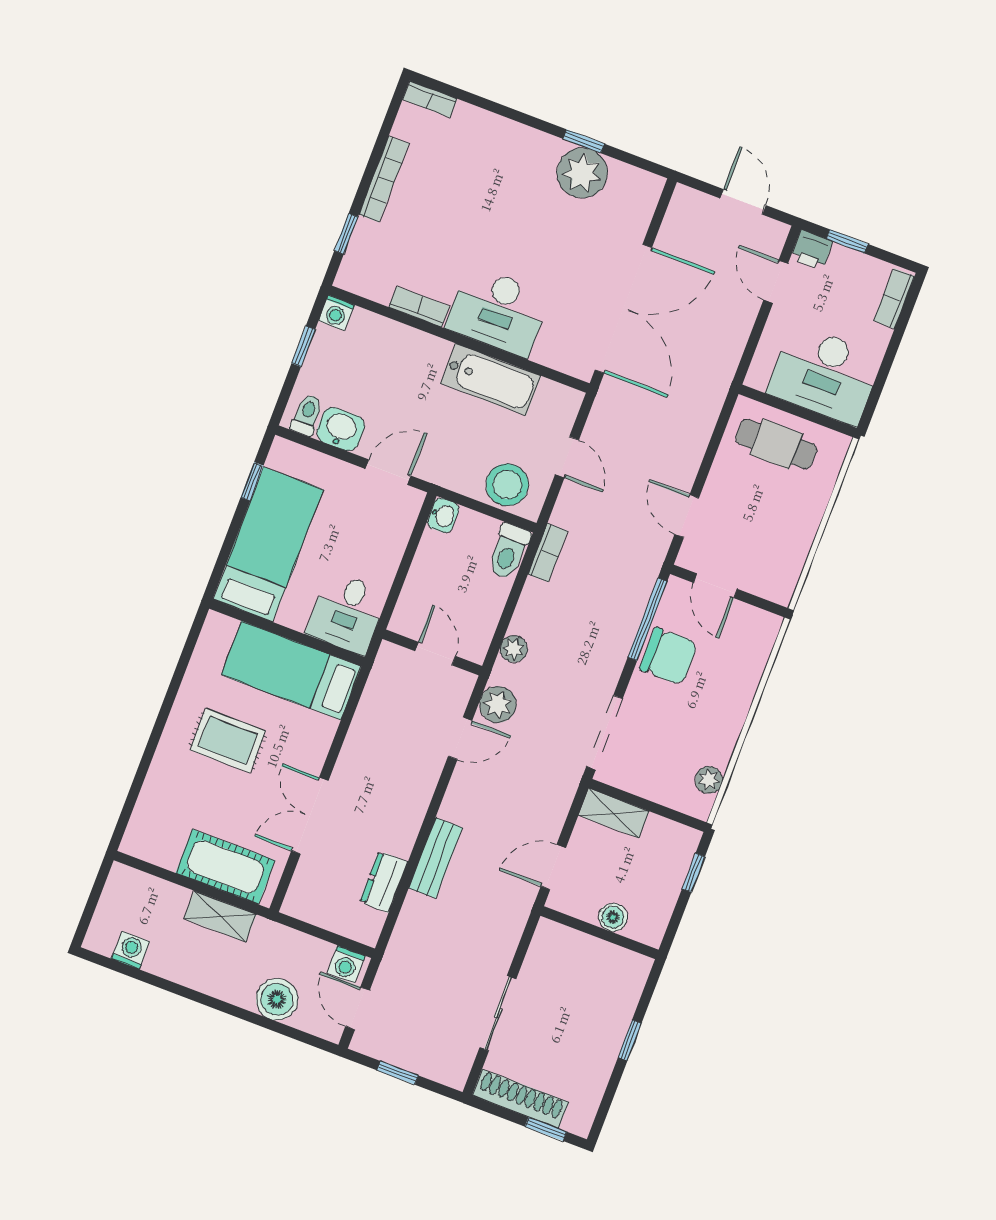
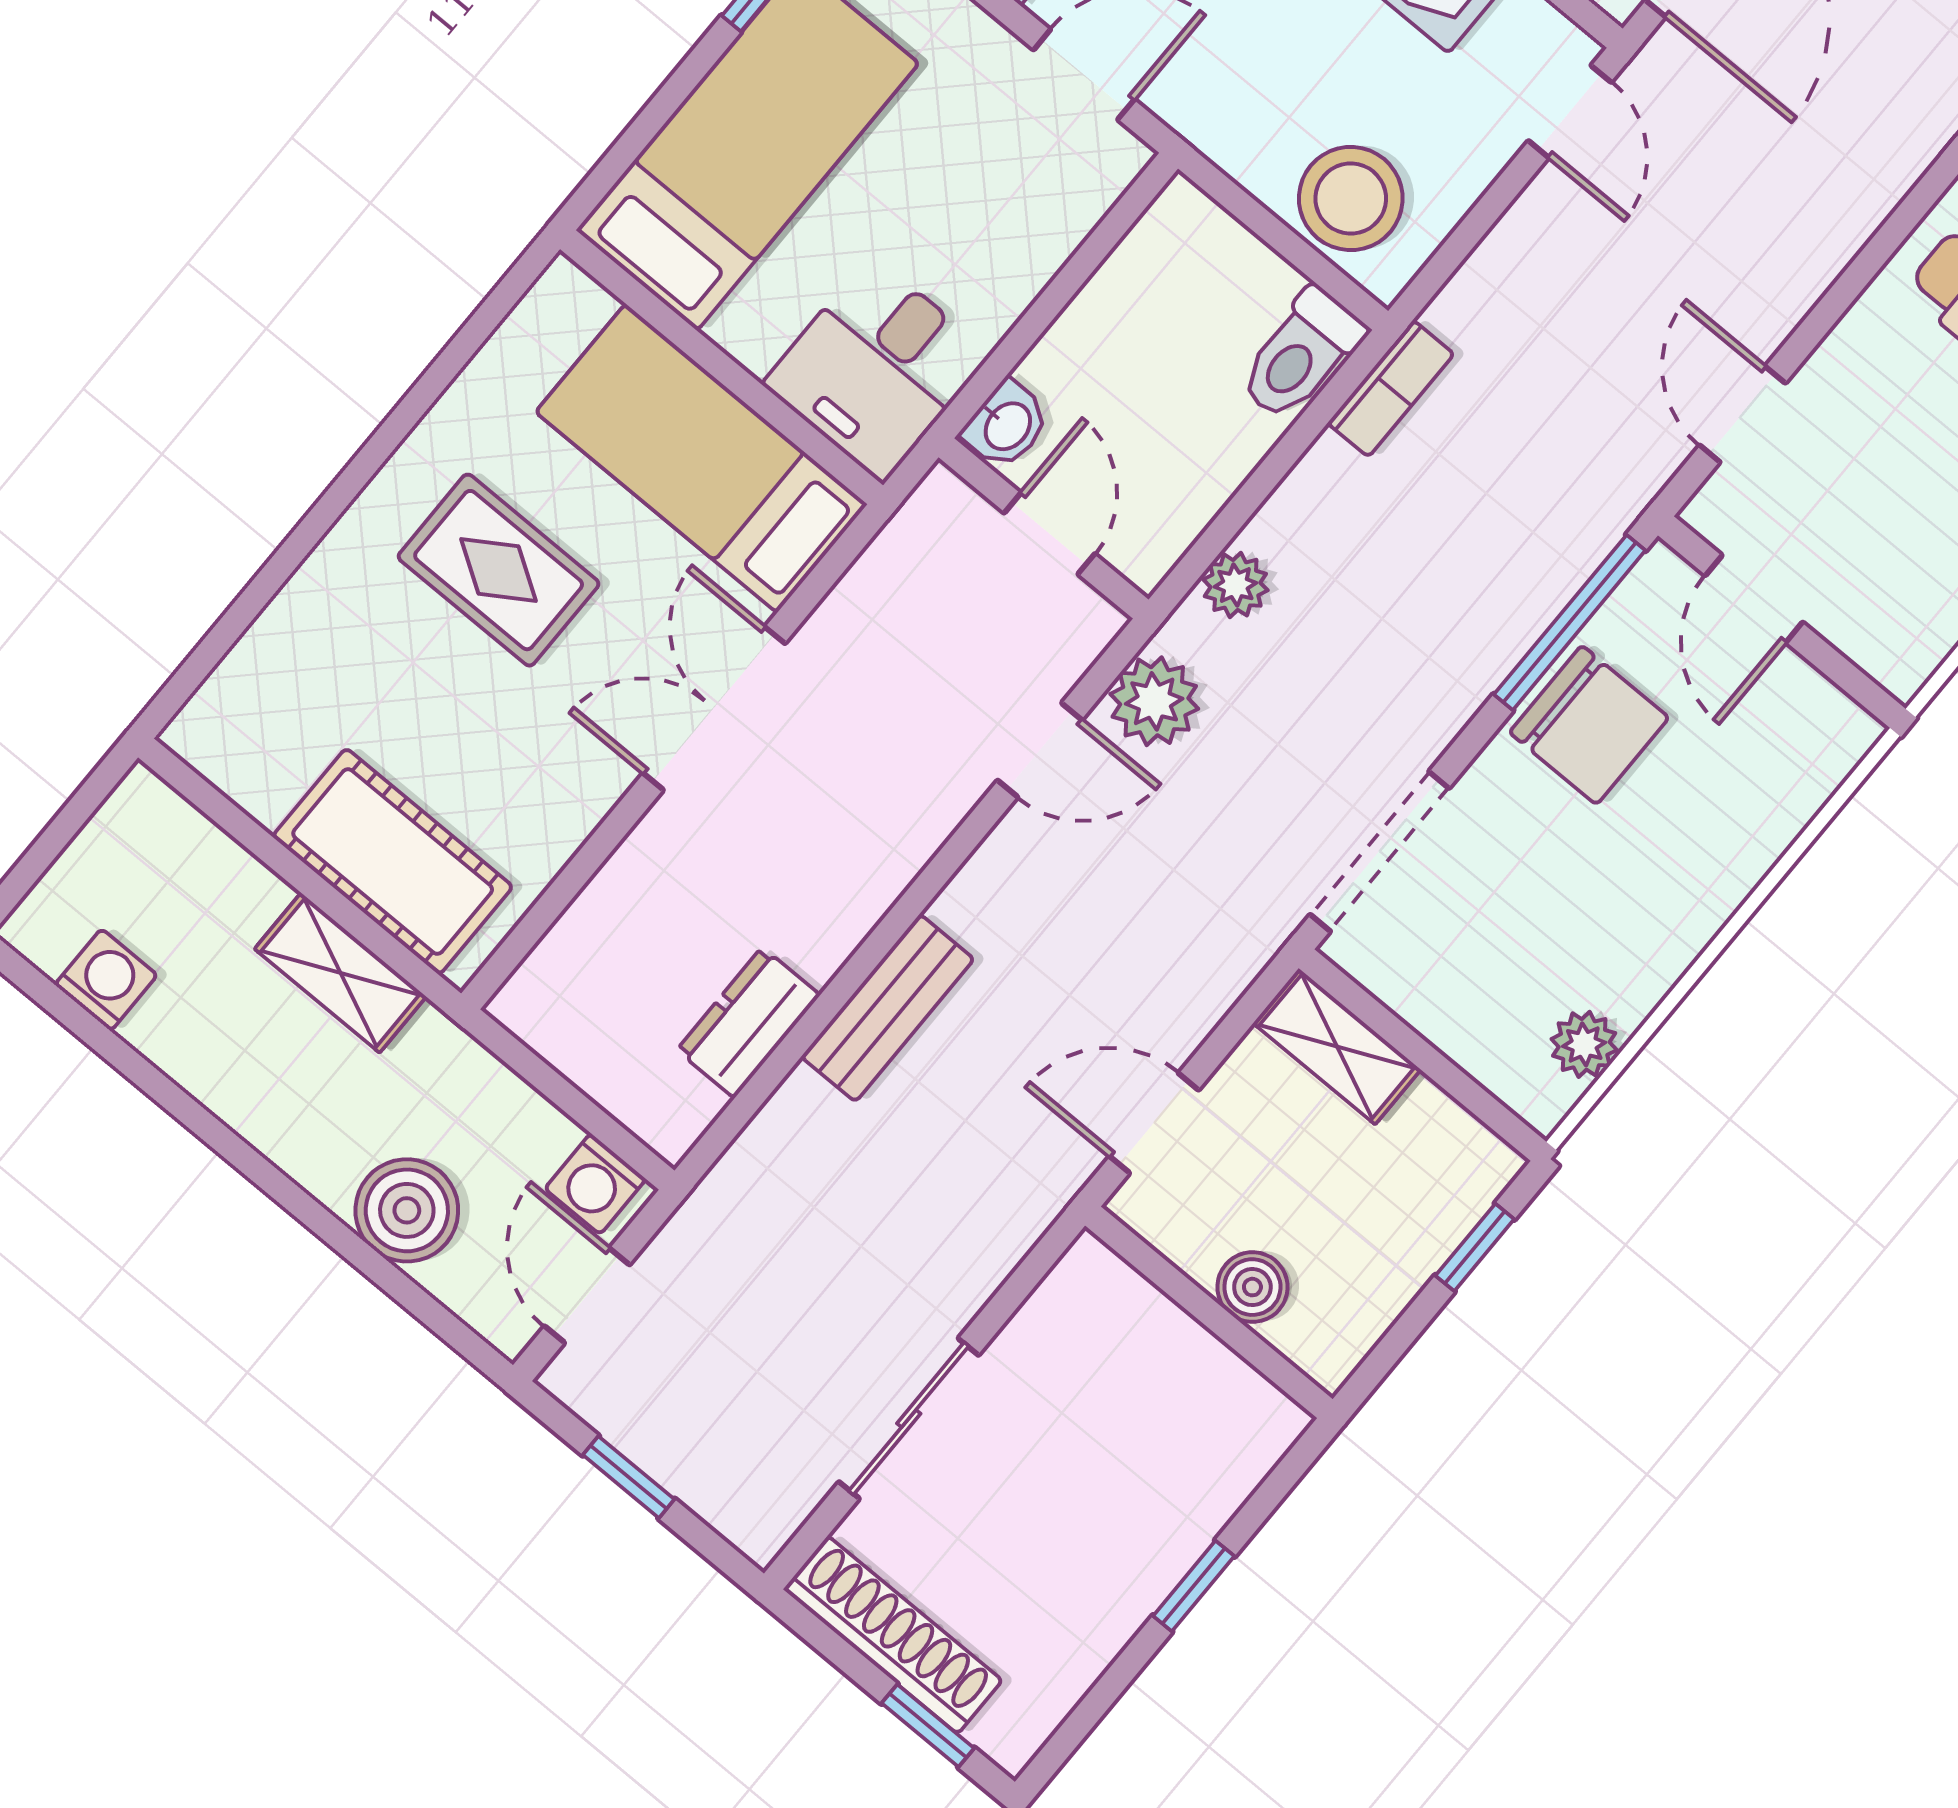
door: (567, 457) -> (1570, 111), moved
washbasin: (443, 516) -> (1006, 425), moved
double door: (310, 816) -> (714, 708), moved

